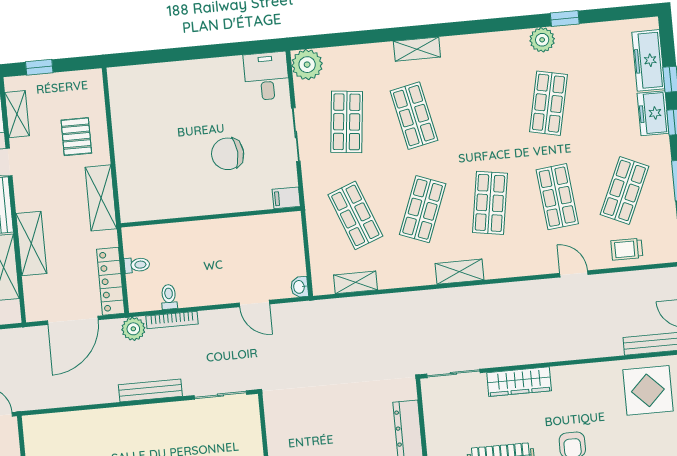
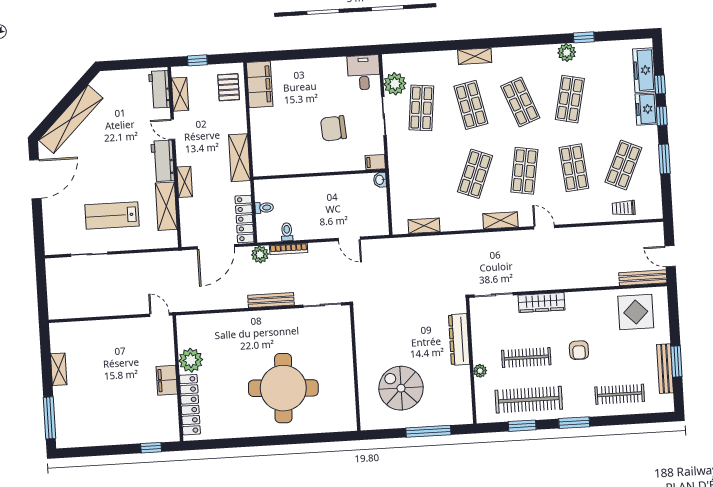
plant: (307, 65) -> (395, 84), moved
filing cabinet: (125, 97) -> (260, 84), added
pallet: (76, 137) -> (229, 87), moved
shop shelf: (355, 215) -> (520, 102), moved
shelving: (31, 243) -> (185, 182), width x0.67, depth x0.75
door: (574, 274) -> (544, 227), moved
washbasin: (299, 287) -> (380, 180), moved

